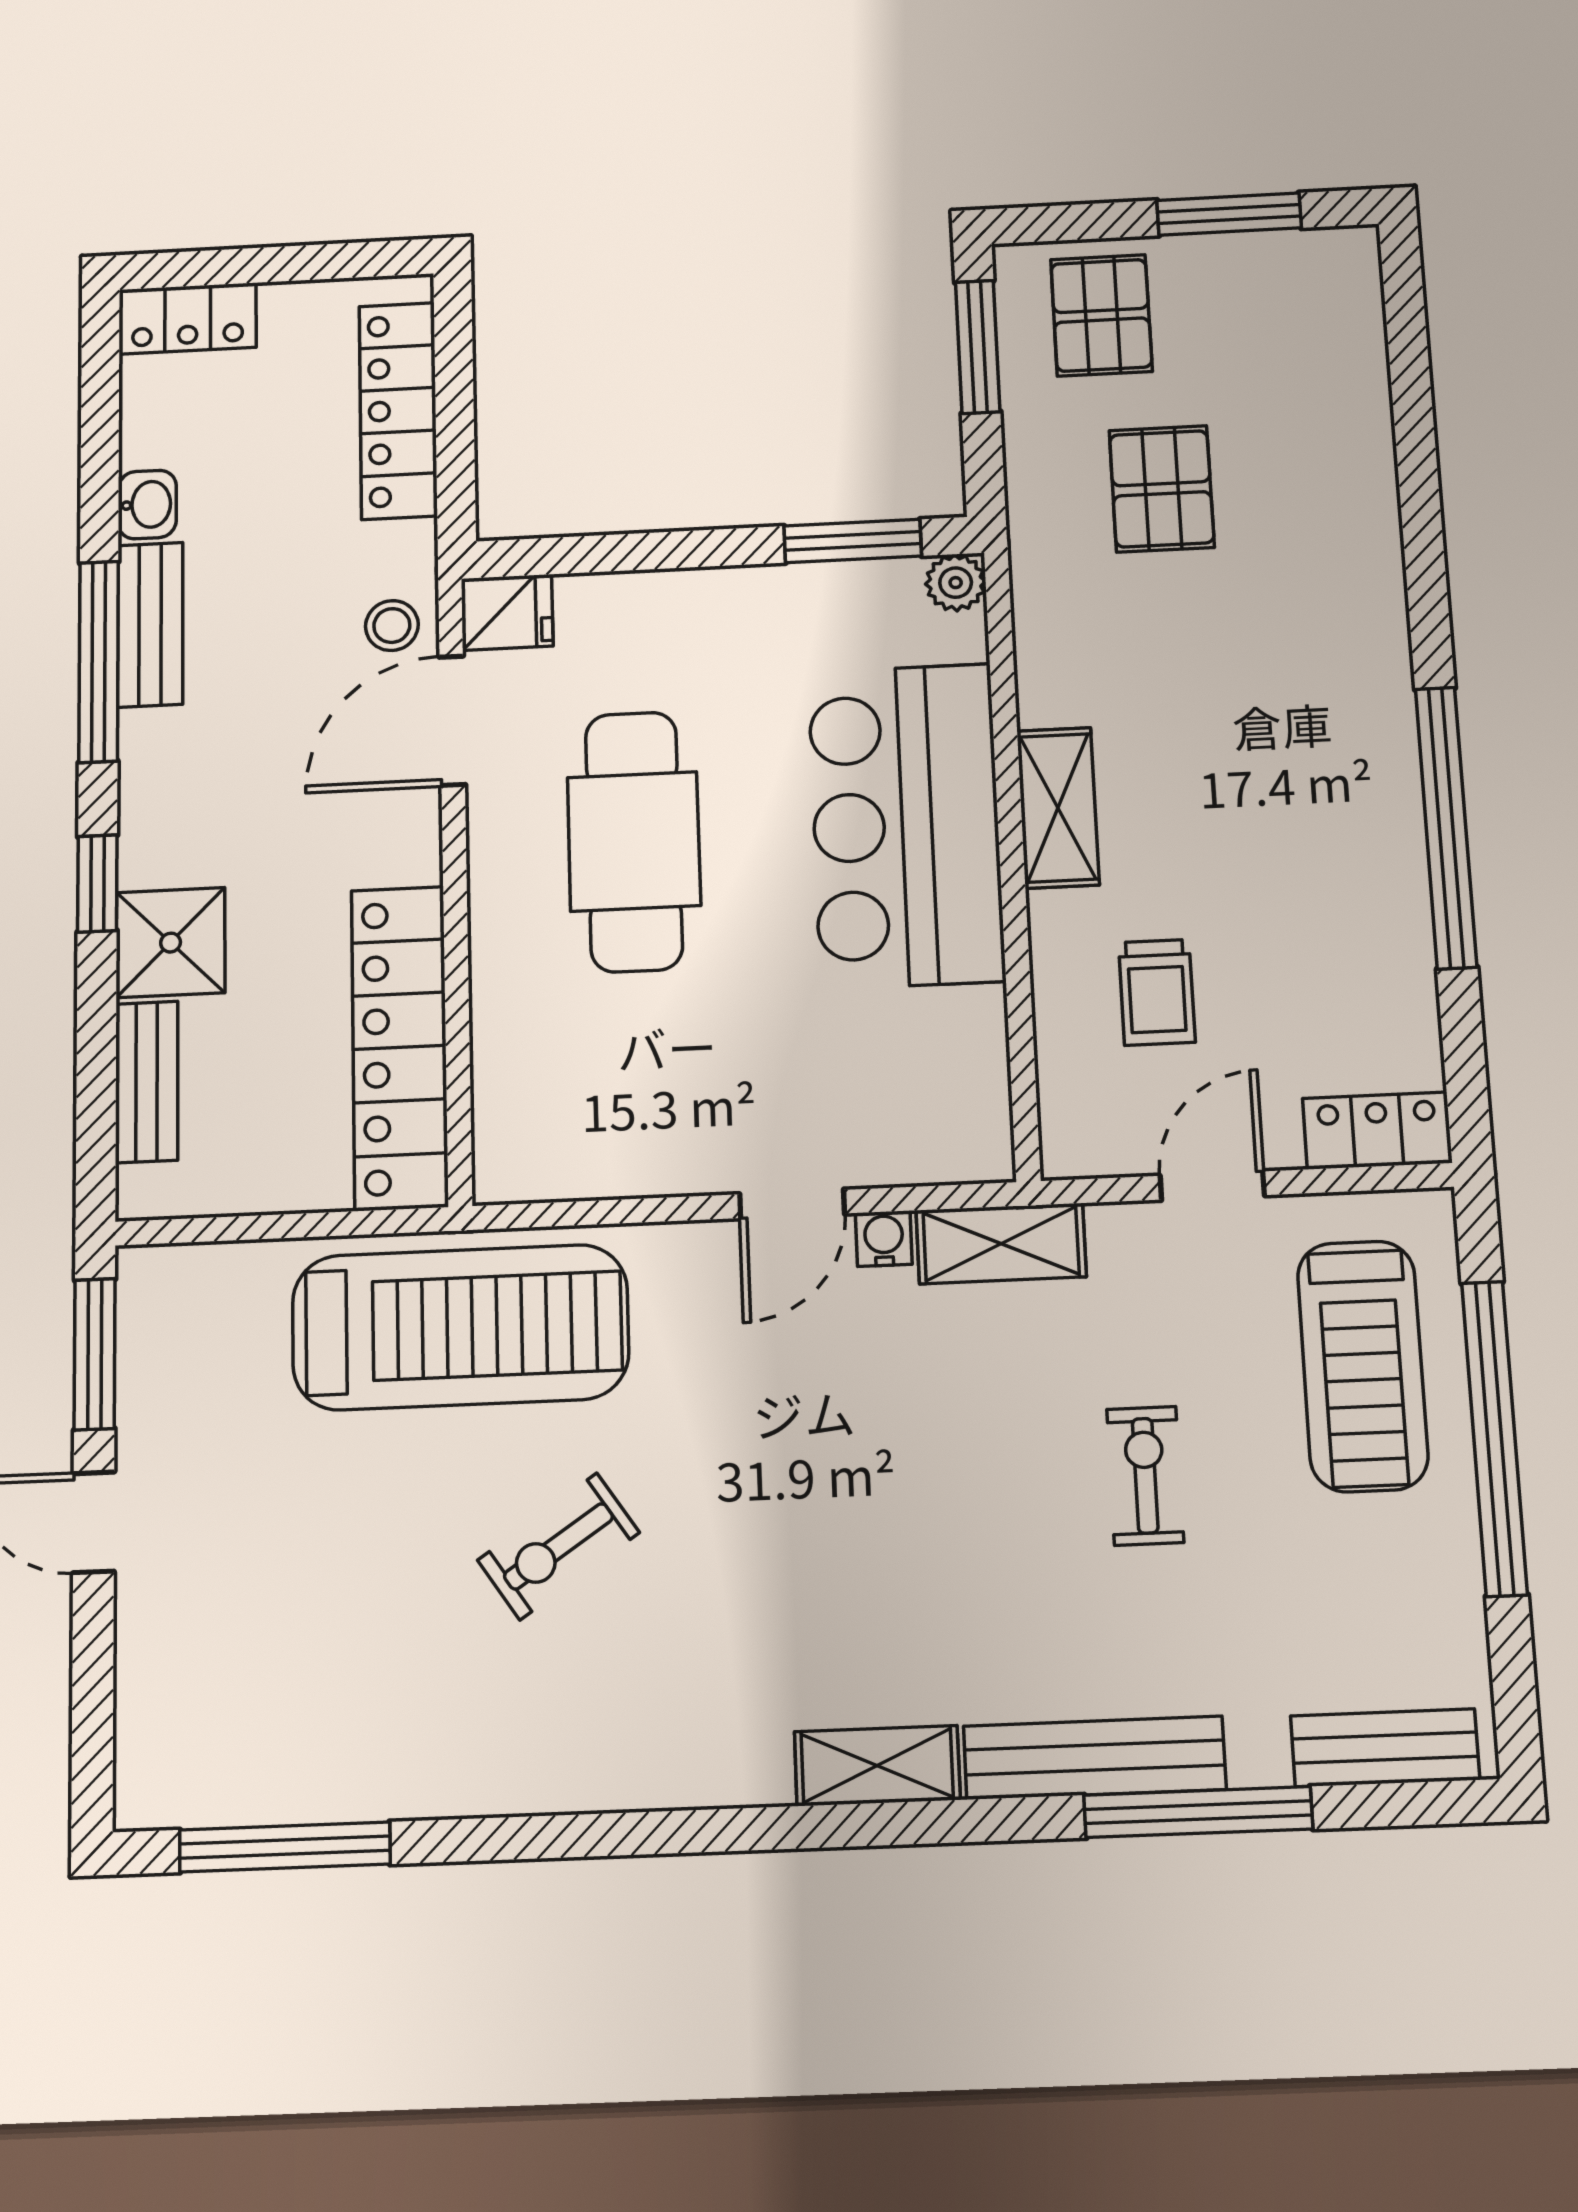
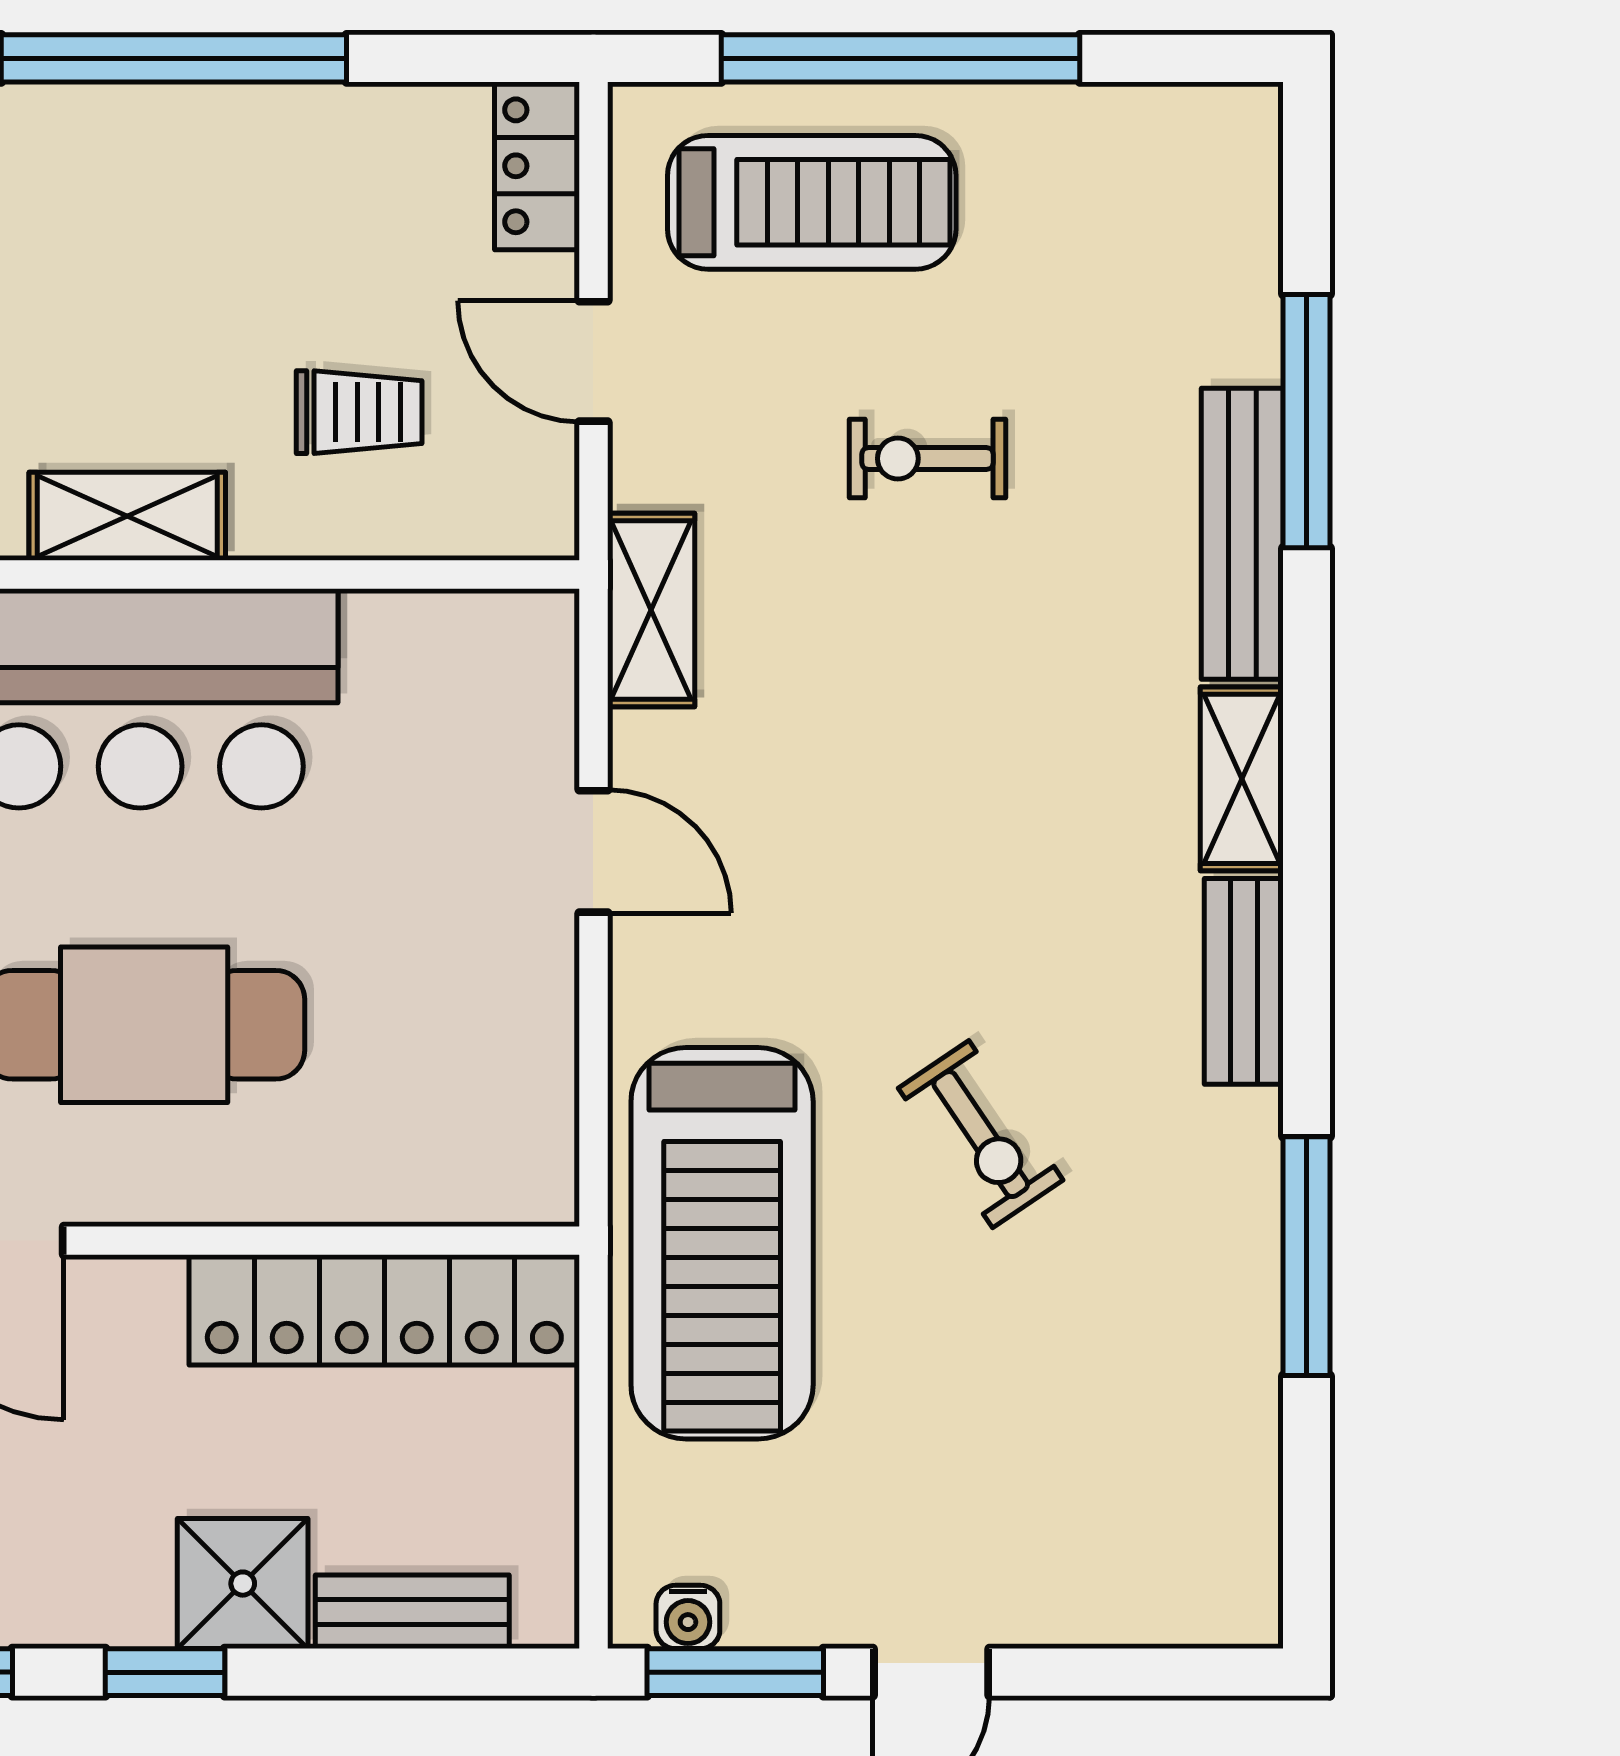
water cooler: (884, 1239) -> (688, 1617), moved, turned -90
treadmill: (460, 1327) -> (722, 1243), turned 180
bench: (1385, 1748) -> (1244, 981), moved
window: (285, 1847) -> (1307, 1256), moved

